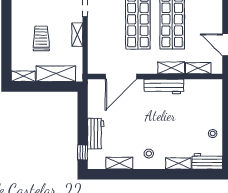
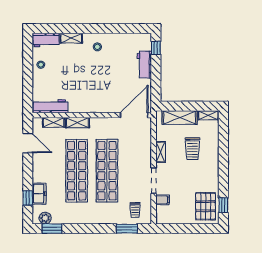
door: (121, 76) -> (134, 115), moved
workbench: (164, 86) -> (51, 106), moved
shelving: (119, 163) -> (123, 38), removed

